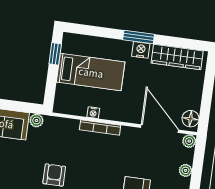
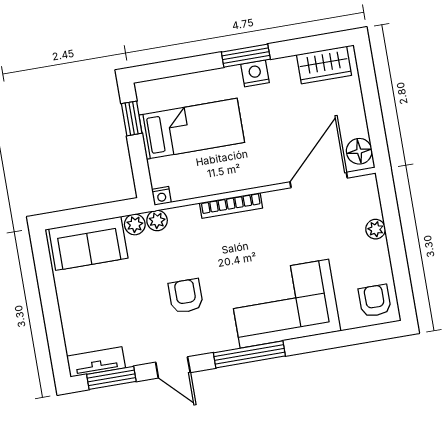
wardrobe: (177, 57) -> (324, 65), width x0.67
nightstand: (93, 113) -> (162, 196), moved
door: (160, 129) -> (319, 180), hinge flipped
plant: (189, 141) -> (157, 221), moved

